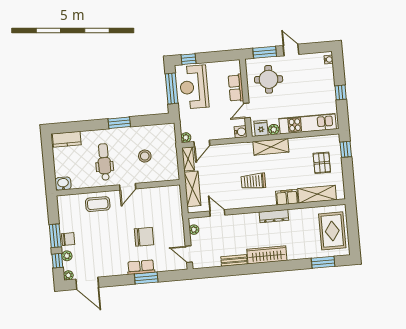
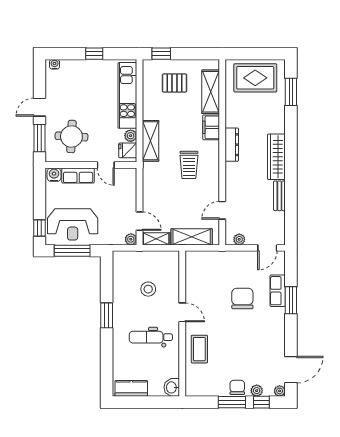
water cooler: (241, 132) -> (54, 175), moved
kitchen counter: (67, 139) -> (131, 388), moved, turned -90
row of seats: (141, 267) -> (278, 291), moved

